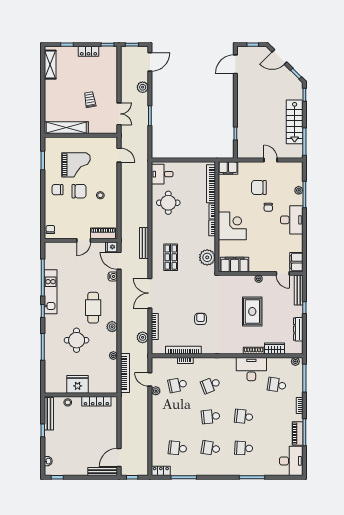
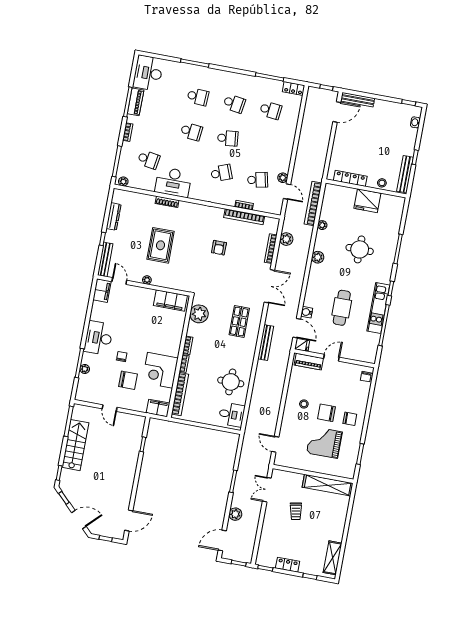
corner desk: (232, 226) -> (160, 370), moved
cafe table: (93, 308) -> (342, 308), moved
wardrobe: (274, 348) -> (144, 200), removed

